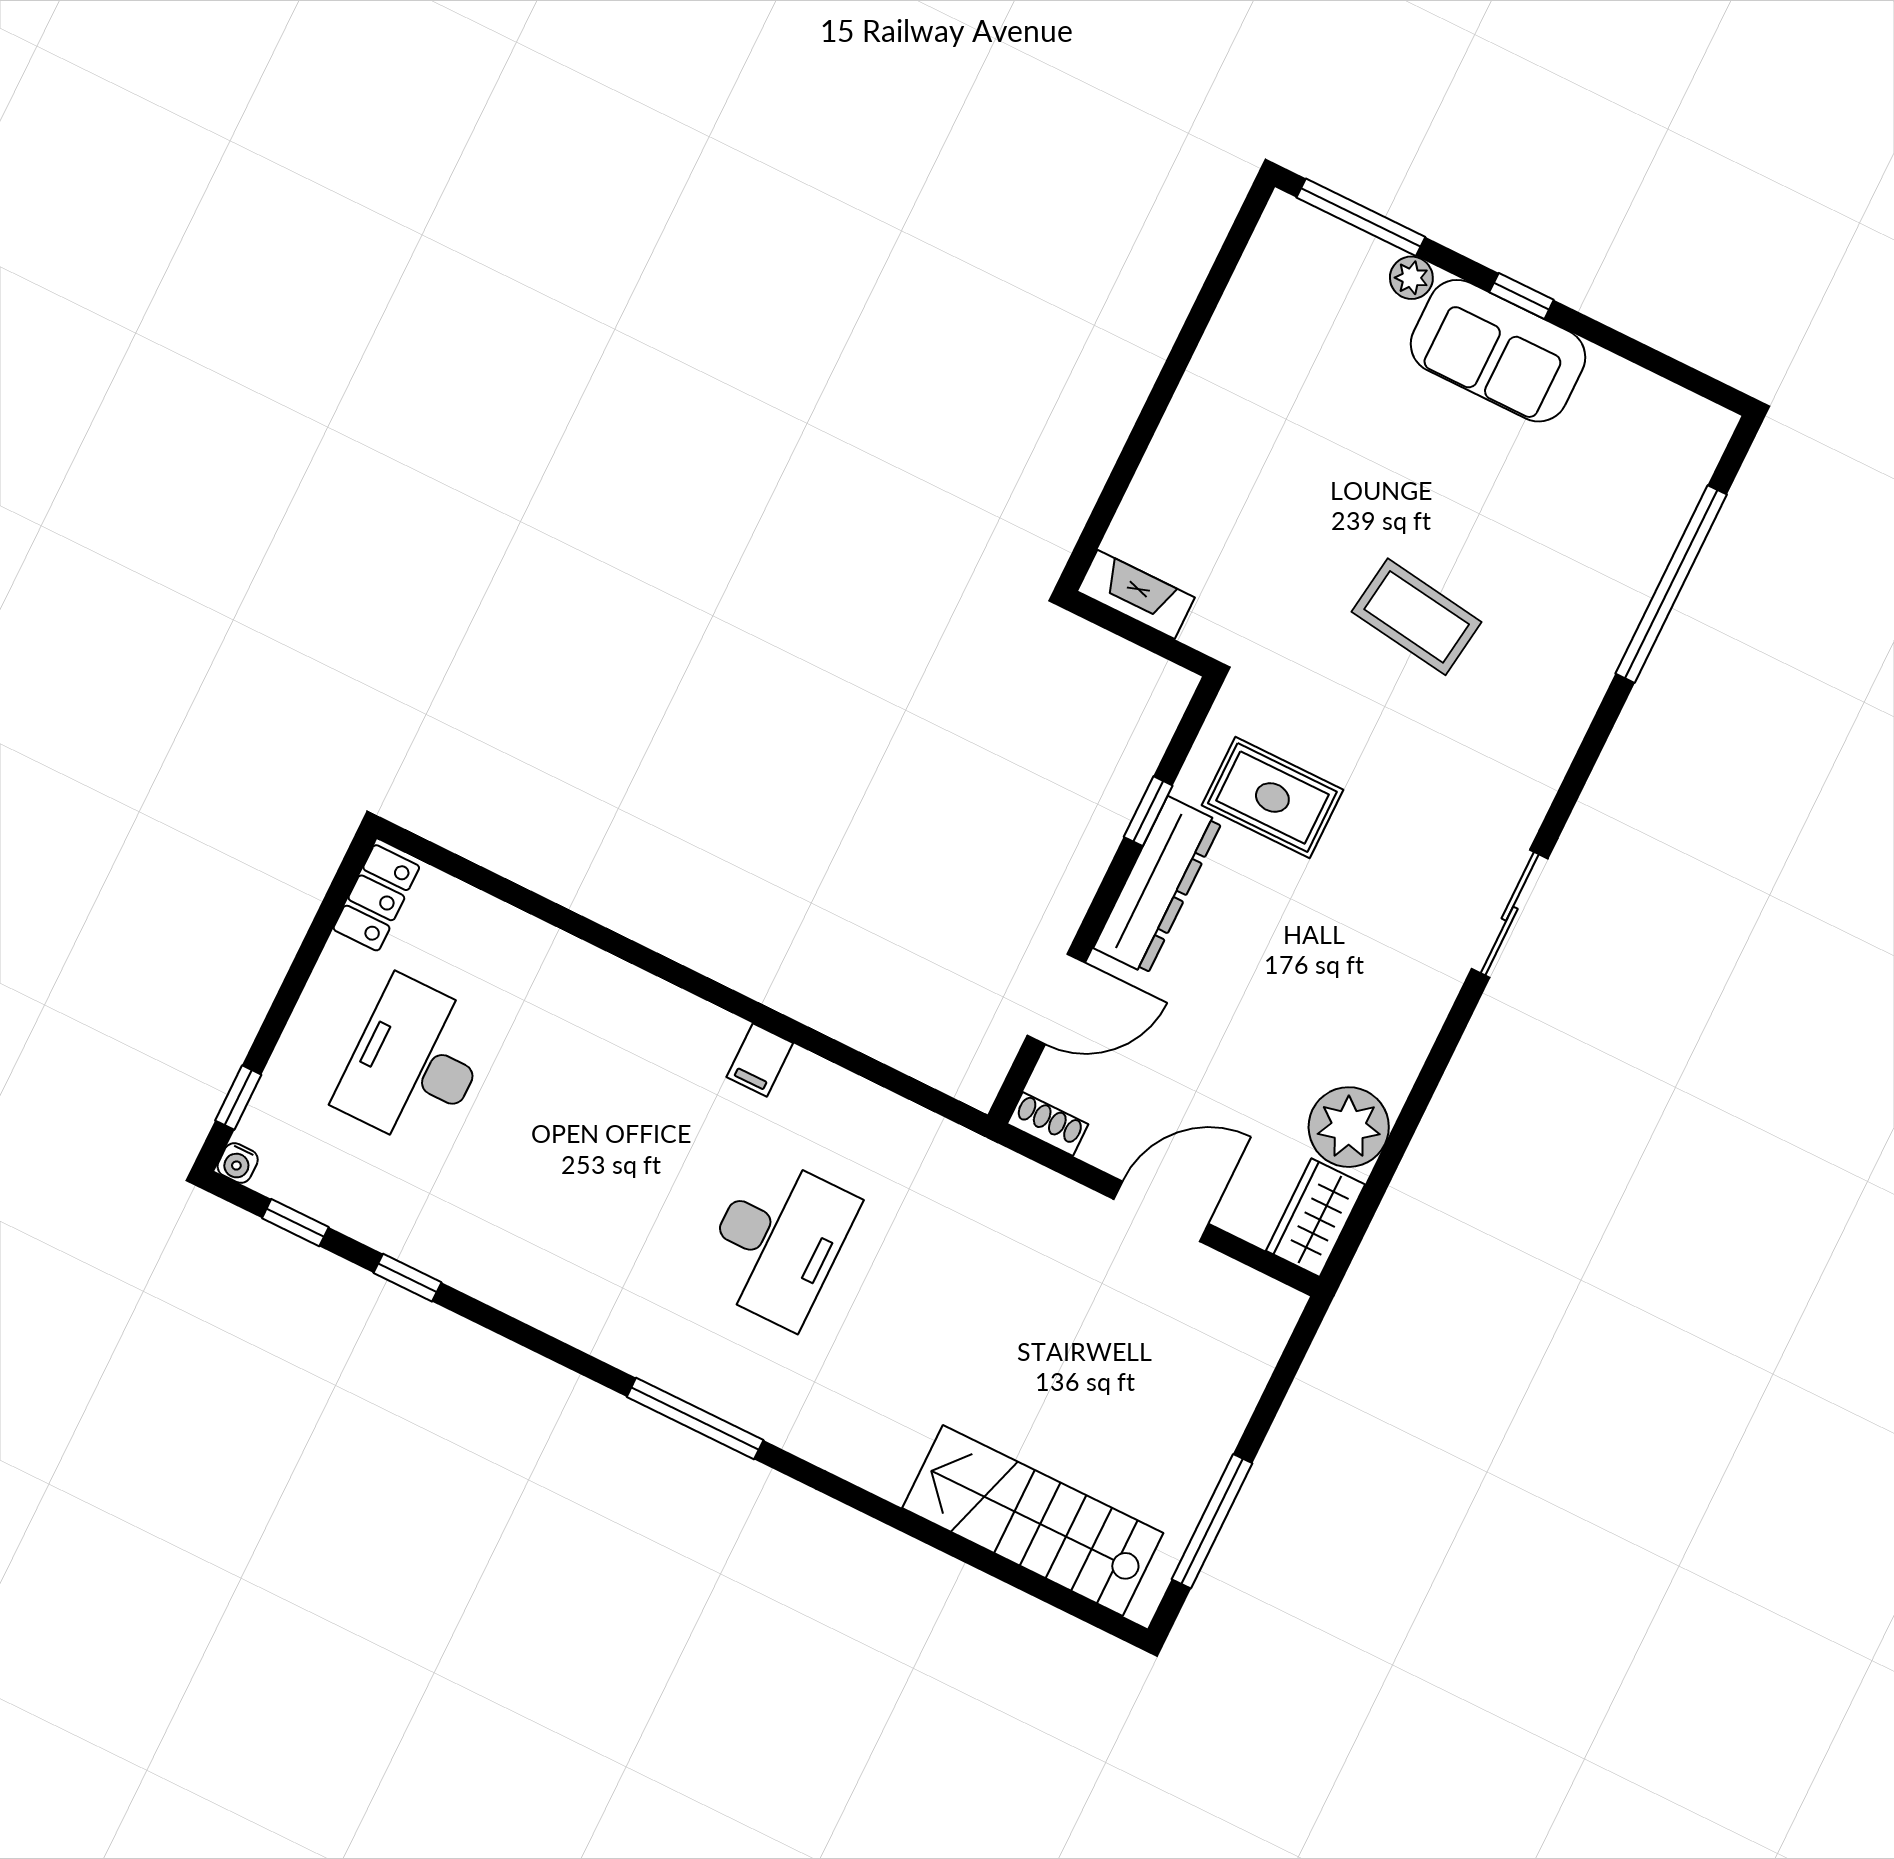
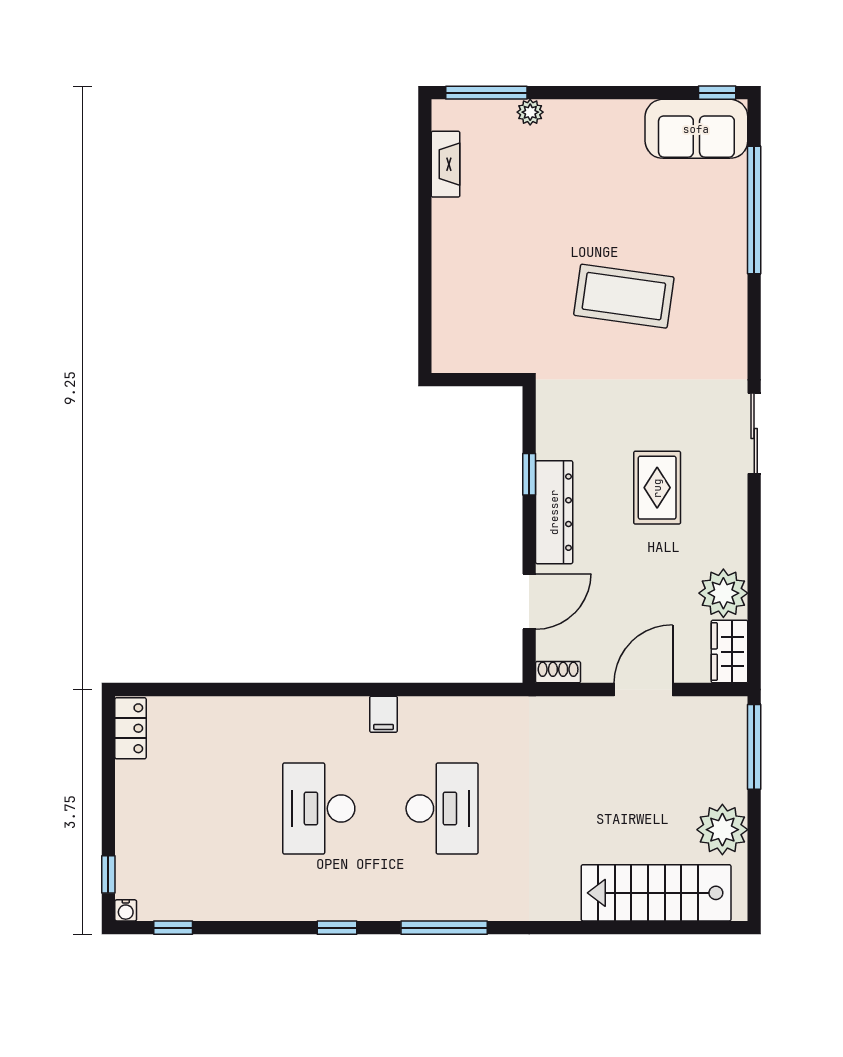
window: (1522, 296) -> (717, 93), moved
sofa: (1498, 351) -> (696, 129), moved
fireplace: (1136, 594) -> (445, 164), moved, turned 90
coffee table: (1417, 617) -> (624, 296), width x1.36, depth x1.32
rug: (1272, 798) -> (657, 488), moved, turned 90
desk: (414, 1063) -> (319, 809), moved
window: (408, 1278) -> (337, 928), moved
plant: (1176, 1475) -> (722, 830), added
window: (1212, 1521) -> (754, 747), moved

